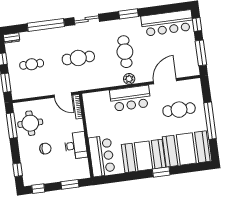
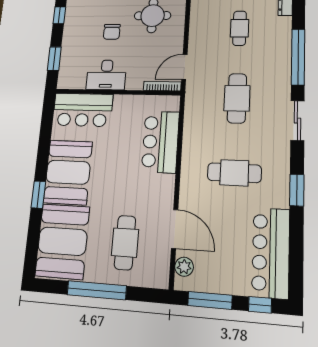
plant: (129, 79) -> (184, 267), moved
bar counter: (130, 98) -> (160, 142), moved

